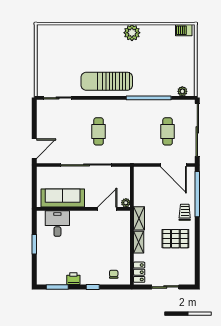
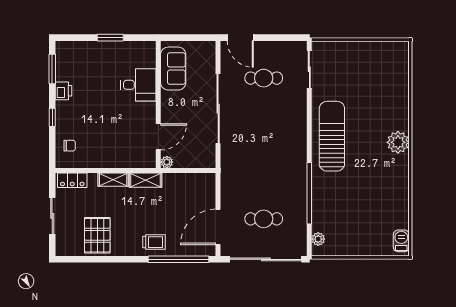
plant: (132, 33) -> (398, 142), moved
cafe table: (99, 131) -> (264, 78), moved
sofa: (63, 198) -> (173, 69), width x0.73
door: (107, 209) -> (158, 137), hinge flipped
desk: (57, 224) -> (138, 85), moved
pallet: (175, 239) -> (97, 235), moved

